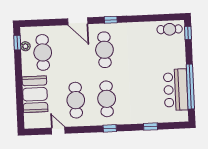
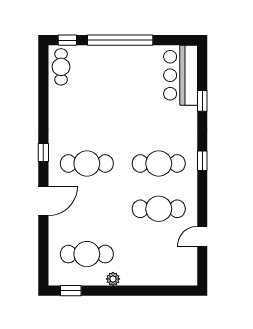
plant: (25, 46) -> (113, 279), moved
window: (190, 87) -> (120, 40), moved
bar counter: (176, 90) -> (181, 75), moved, turned 90
booth: (35, 94) -> (147, 268), removed

